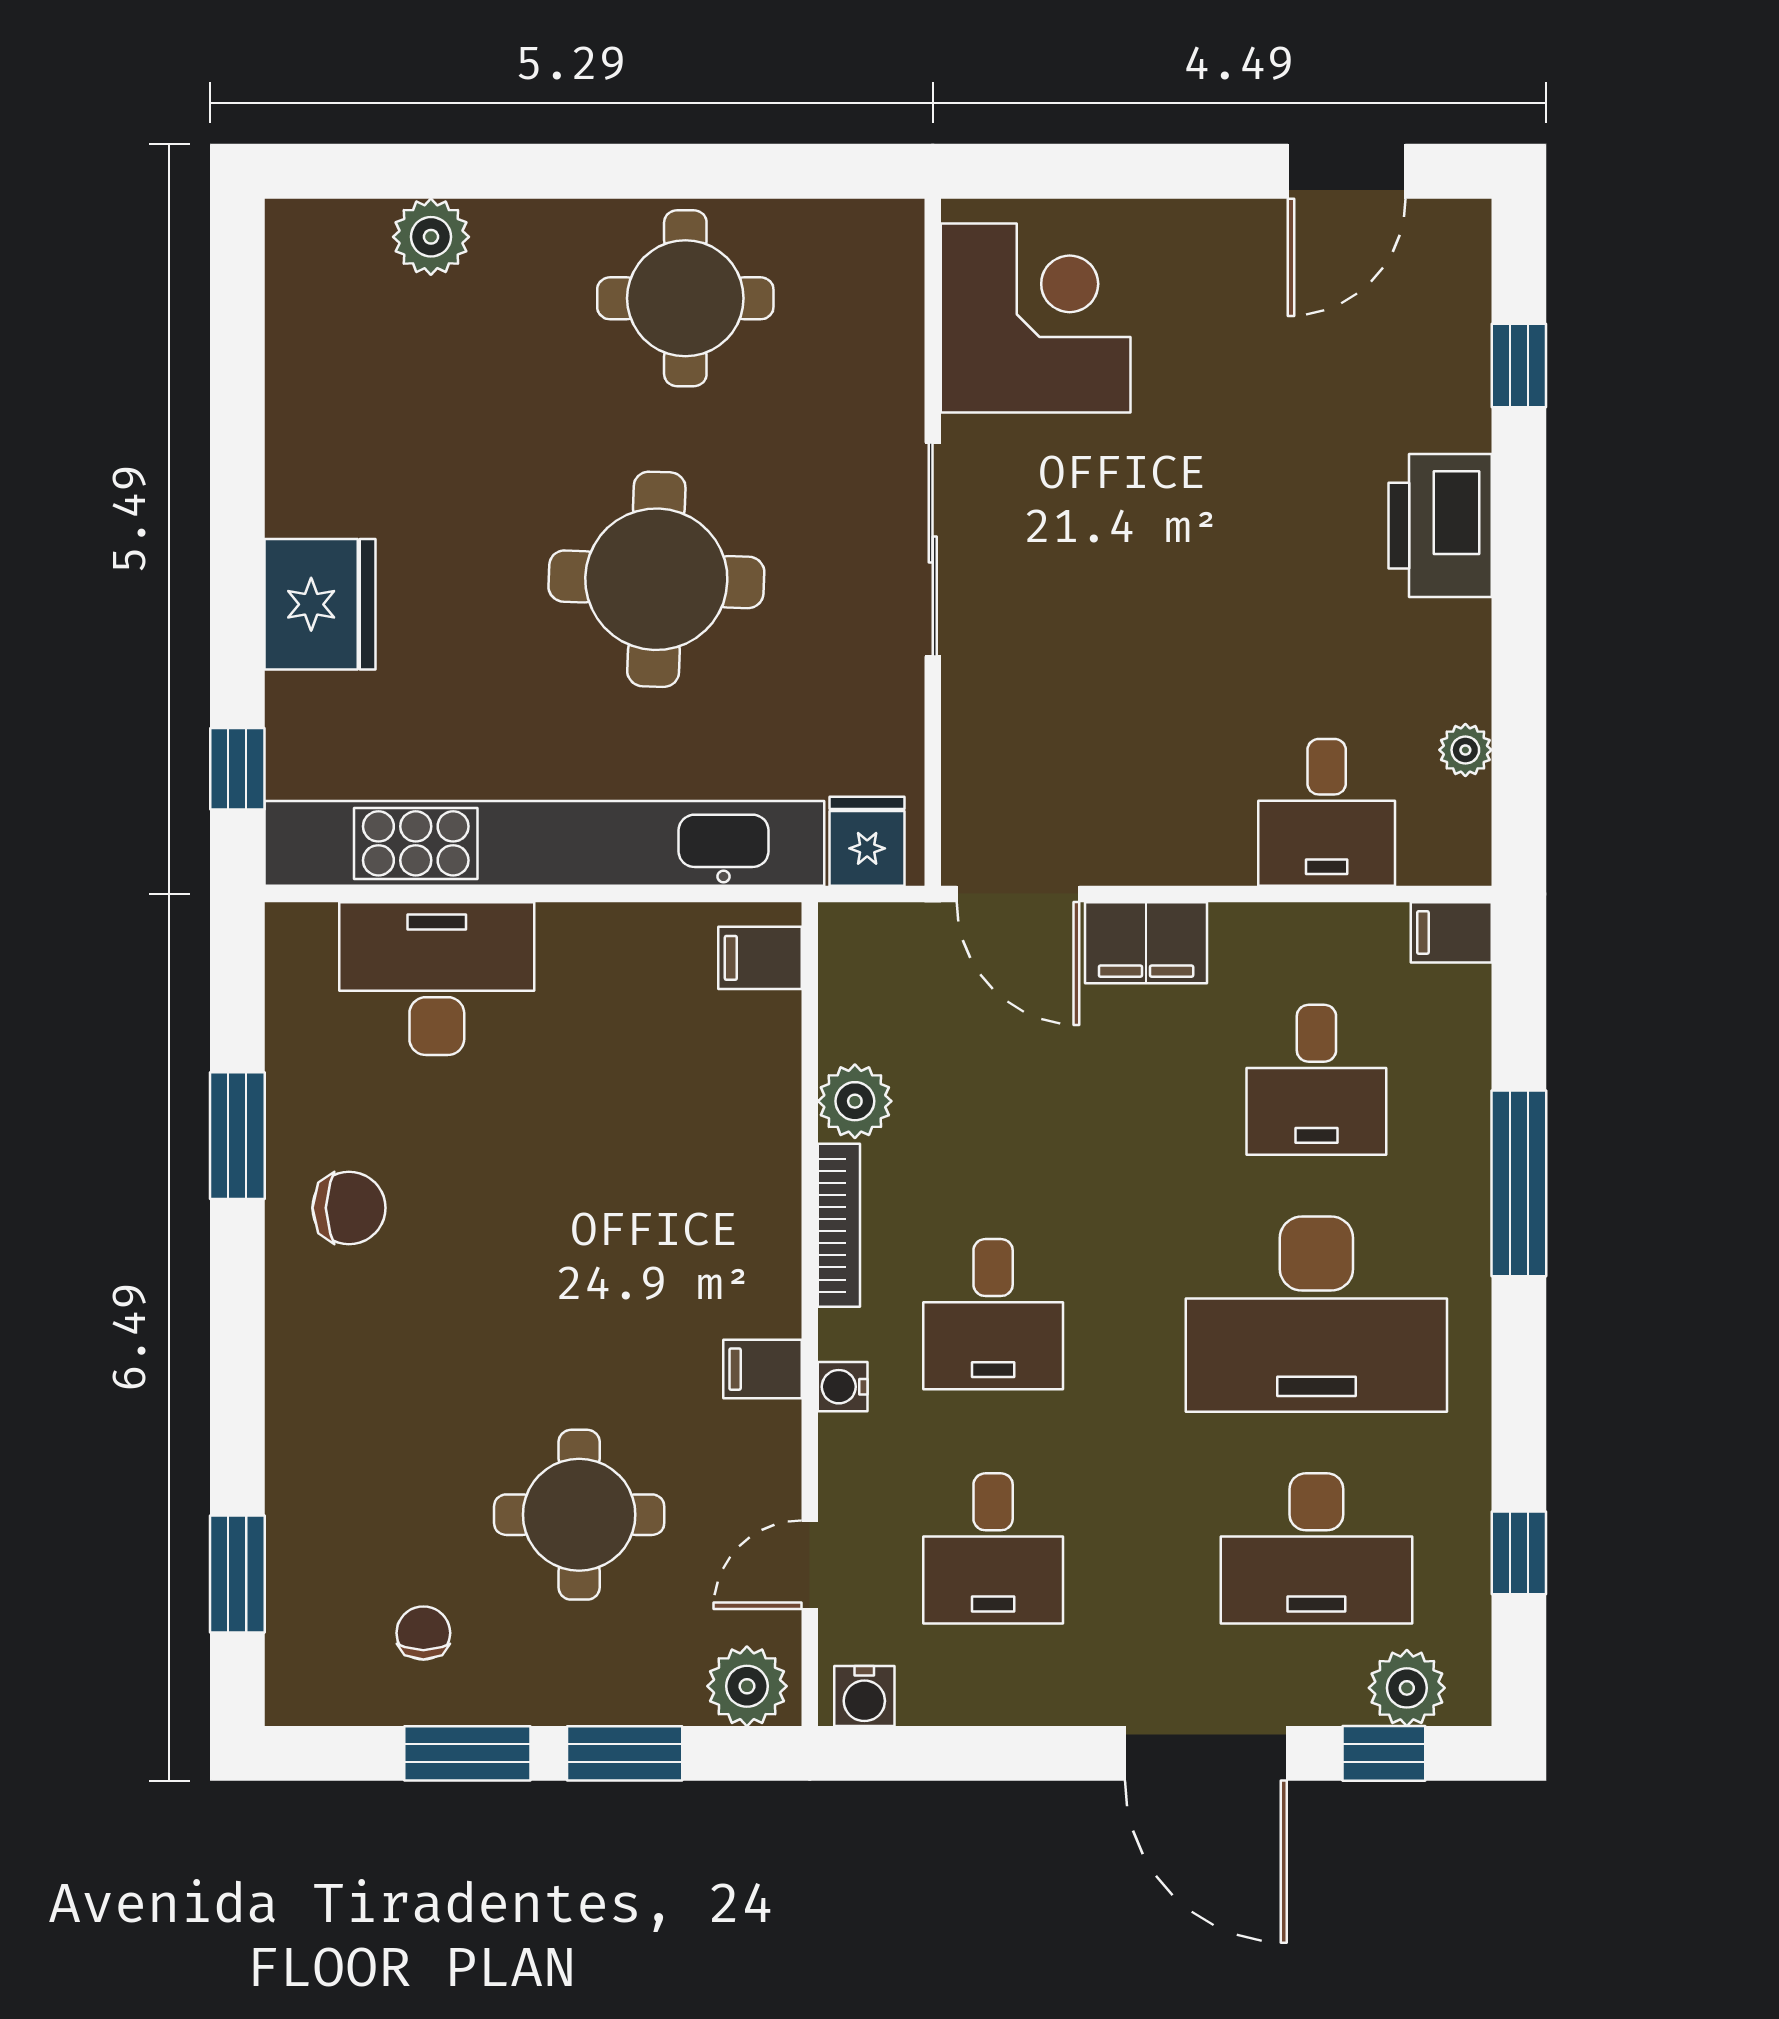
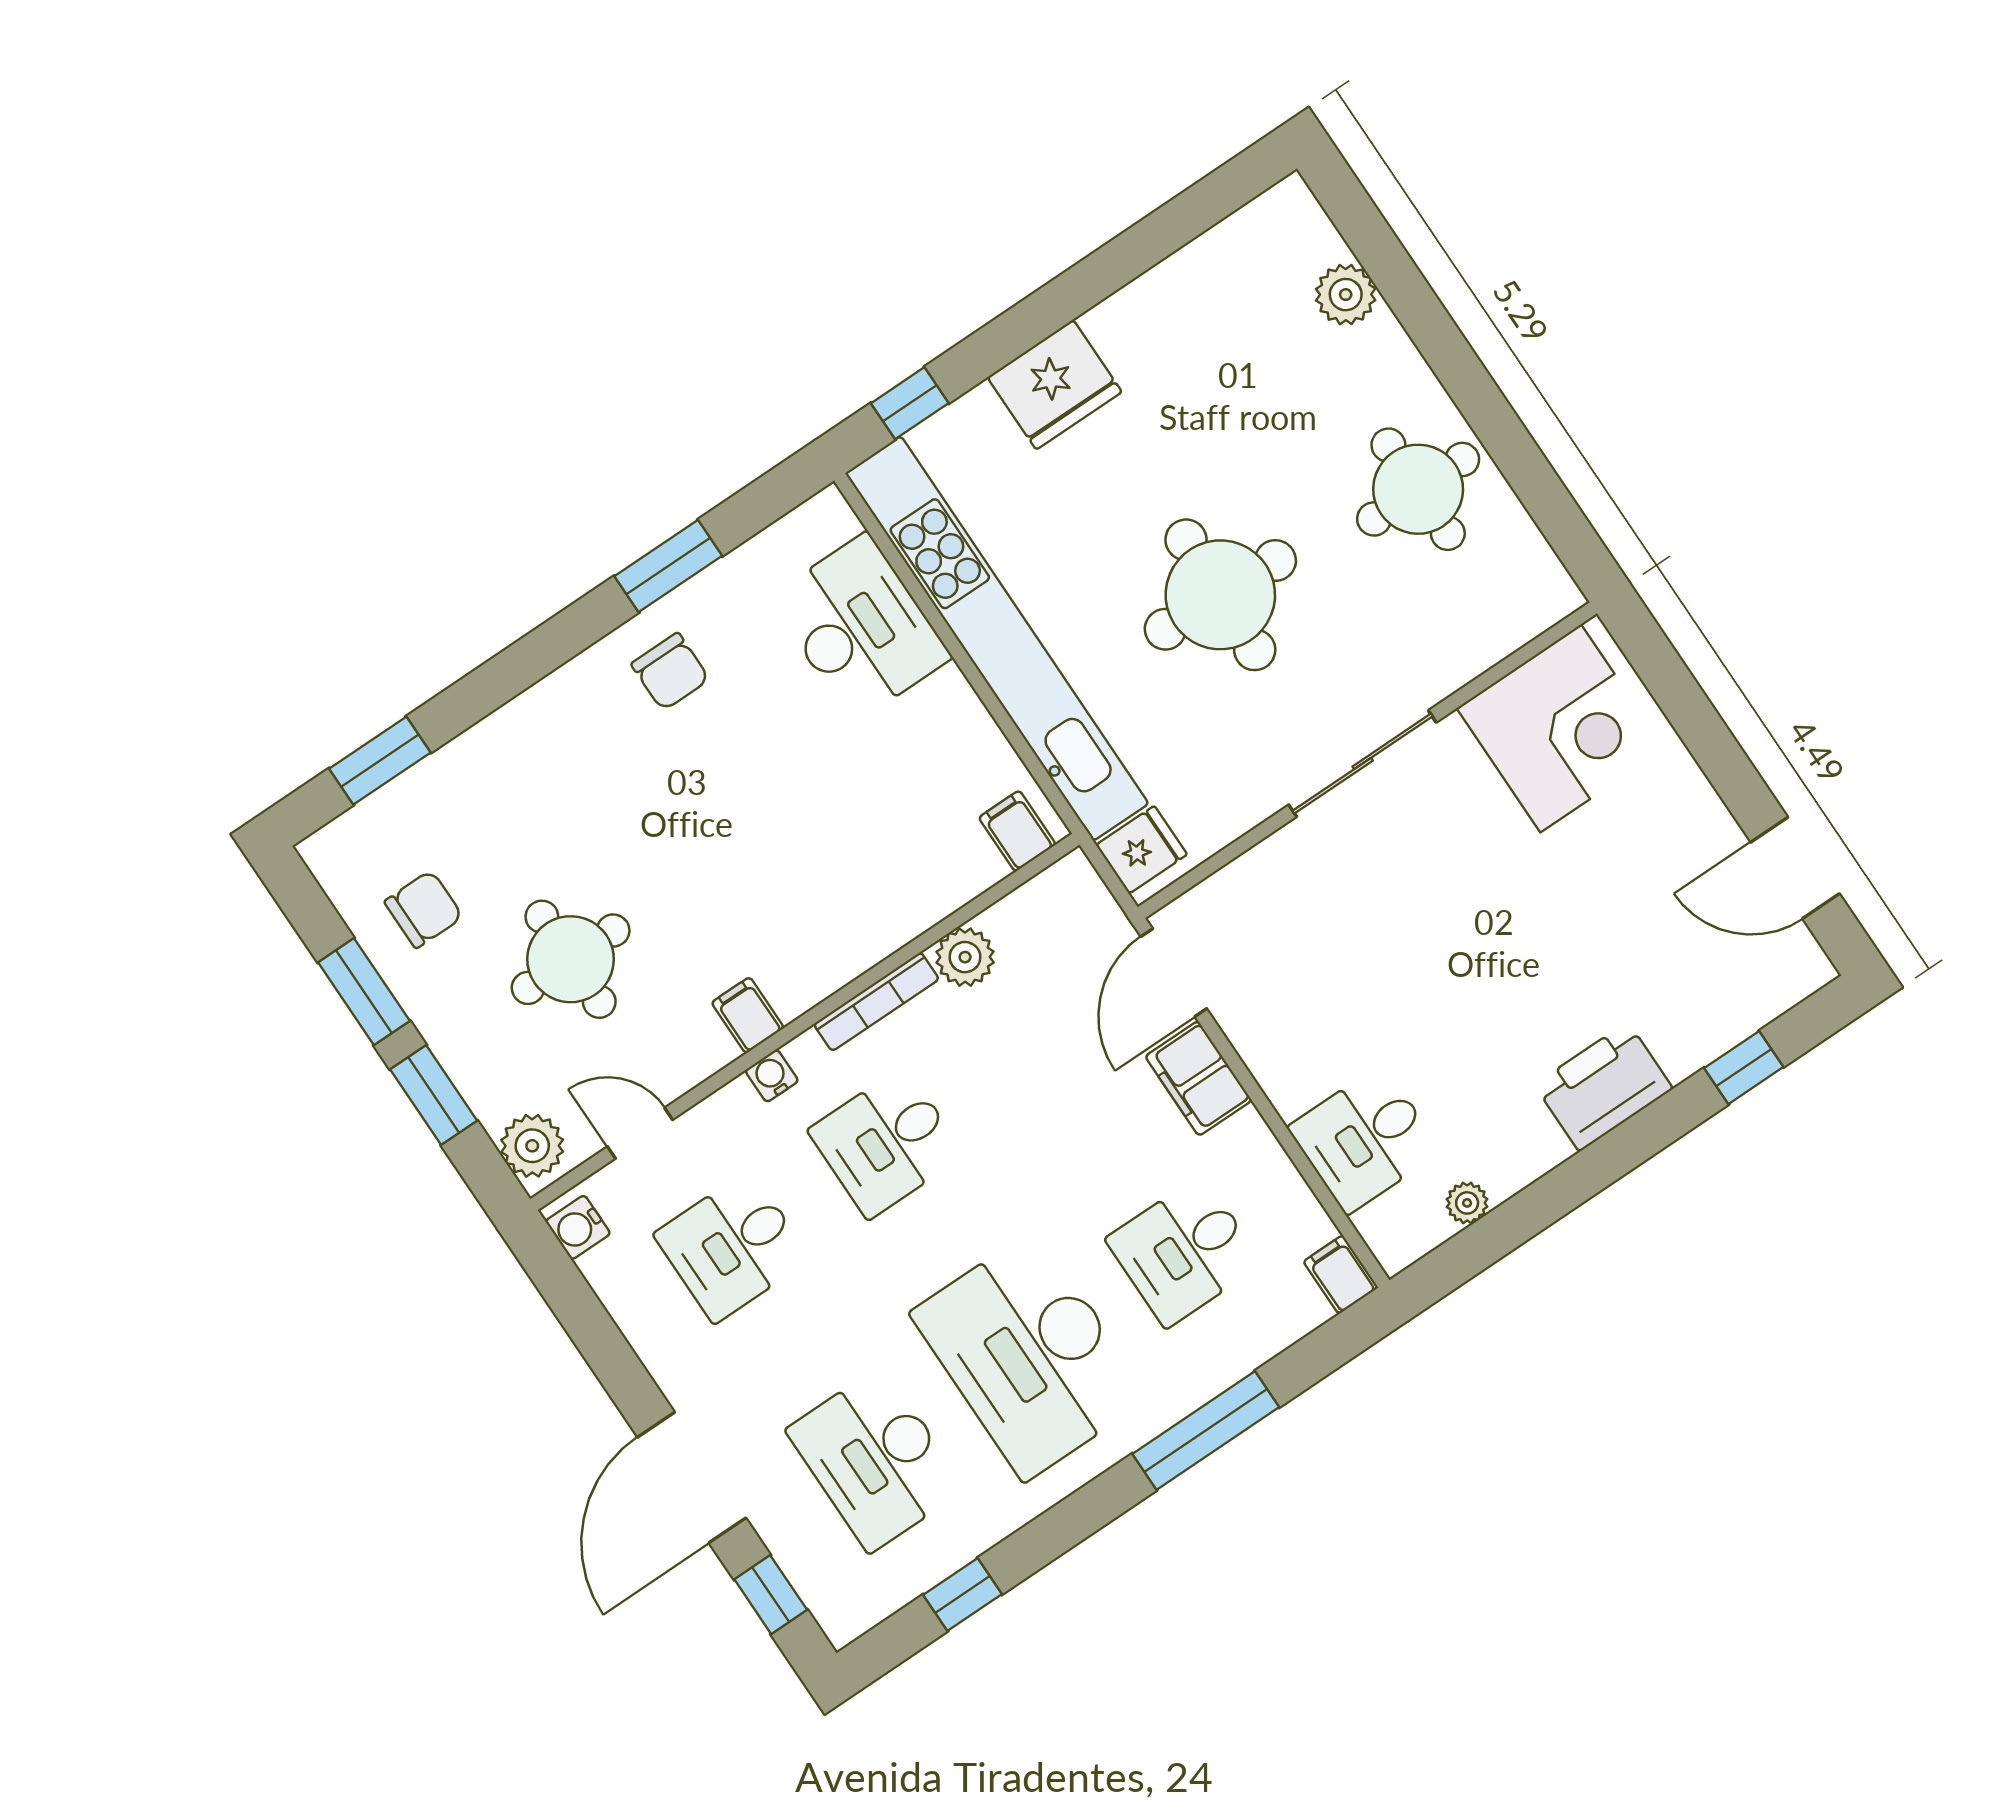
chair: (423, 1633) -> (424, 909), width x1.37, depth x1.37
plant: (1407, 1688) -> (824, 1581), removed

